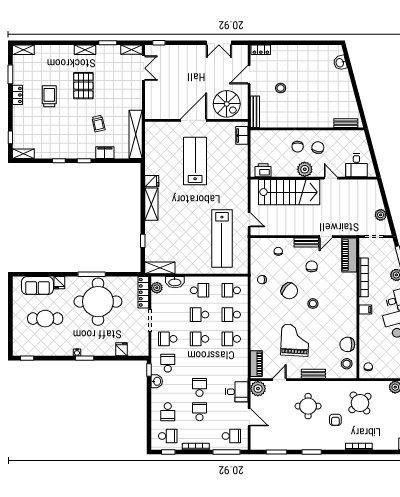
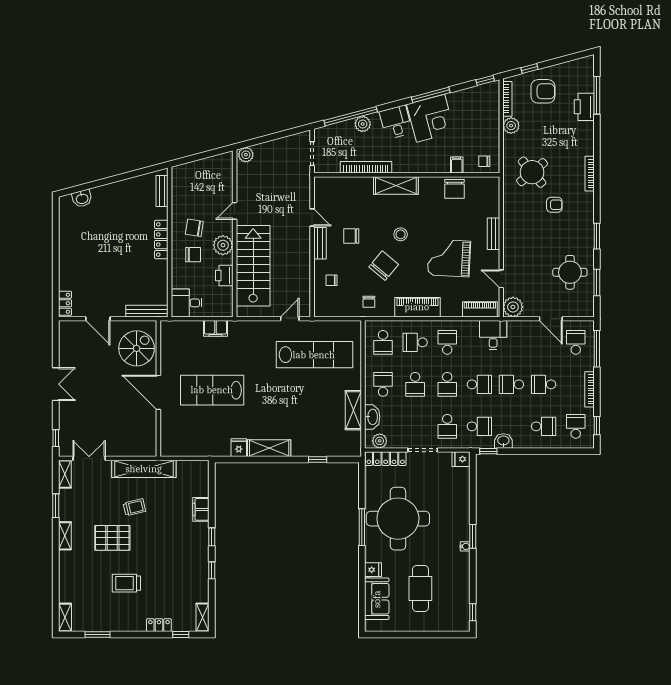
double door: (219, 43) -> (56, 384), moved
stool: (281, 88) -> (116, 277), removed
locker: (17, 95) -> (159, 625), moved
locker: (309, 123) -> (161, 239), added
trolley: (98, 124) -> (134, 507), moved
shelving: (136, 134) -> (144, 469), moved
filing cabinet: (242, 135) -> (215, 328), moved
desk: (356, 165) -> (187, 303), moved, turned 180
printer: (263, 170) -> (224, 275), moved
plant: (381, 215) -> (246, 155), moved
piano: (349, 255) -> (417, 307), moved, turned 180
shelving: (160, 268) -> (353, 410), moved
shelving: (350, 300) -> (396, 185), added
filing cabinet: (365, 310) -> (457, 165), moved
school desk: (231, 315) -> (415, 342), turned 90
school desk: (231, 339) -> (447, 342), turned 180
fridge: (122, 349) -> (461, 459), moved
school desk: (168, 363) -> (479, 426), turned 180
school desk: (200, 363) -> (479, 384), added
stool: (347, 364) -> (480, 190), removed
desk: (237, 392) -> (493, 335), moved
round table: (308, 406) -> (570, 272), moved
door: (249, 417) -> (551, 319), swing flipped

